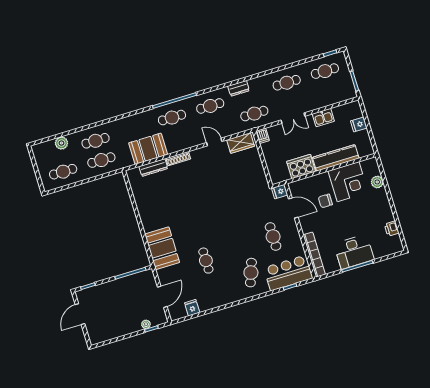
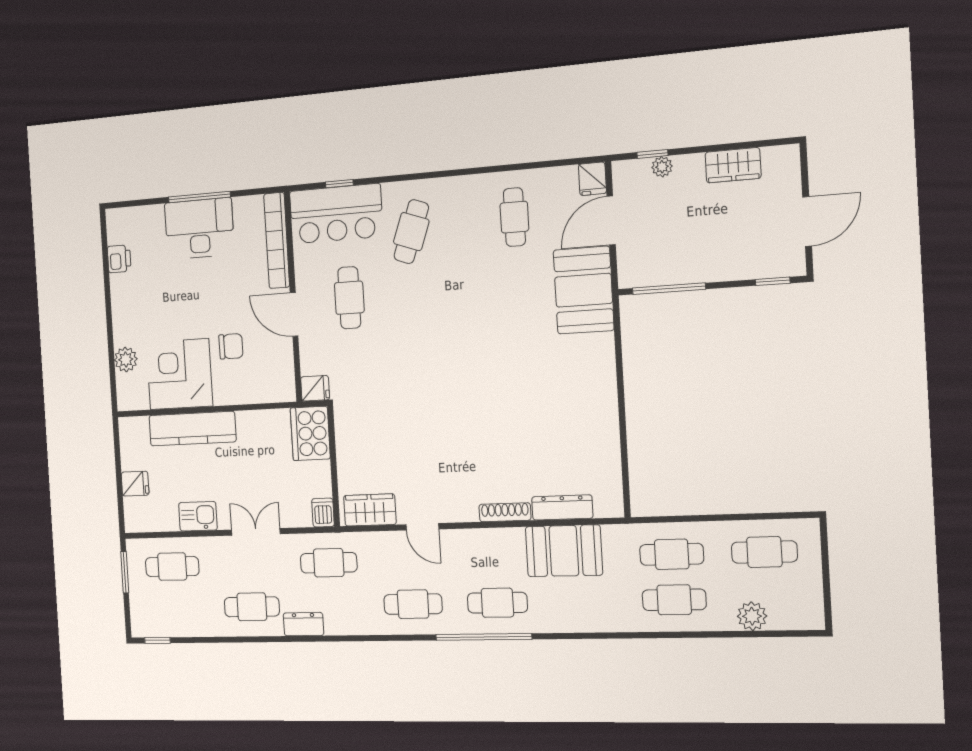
cafe table: (325, 71) -> (172, 567), moved
dresser: (239, 88) -> (303, 624), moved
cooker: (301, 167) -> (310, 433), moved, turned 90
door: (293, 208) -> (294, 314), moved
booth: (162, 248) -> (584, 290), moved
cafe table: (206, 261) -> (514, 217), moved
fridge: (192, 308) -> (592, 179), moved
wardrobe: (116, 331) -> (733, 165), added

